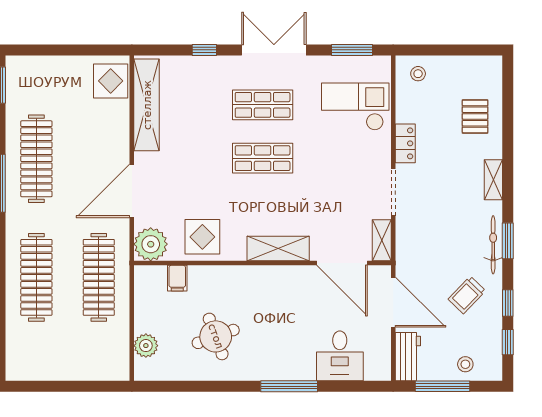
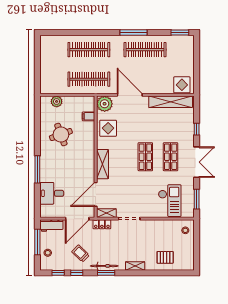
locker: (405, 143) -> (102, 224), moved

